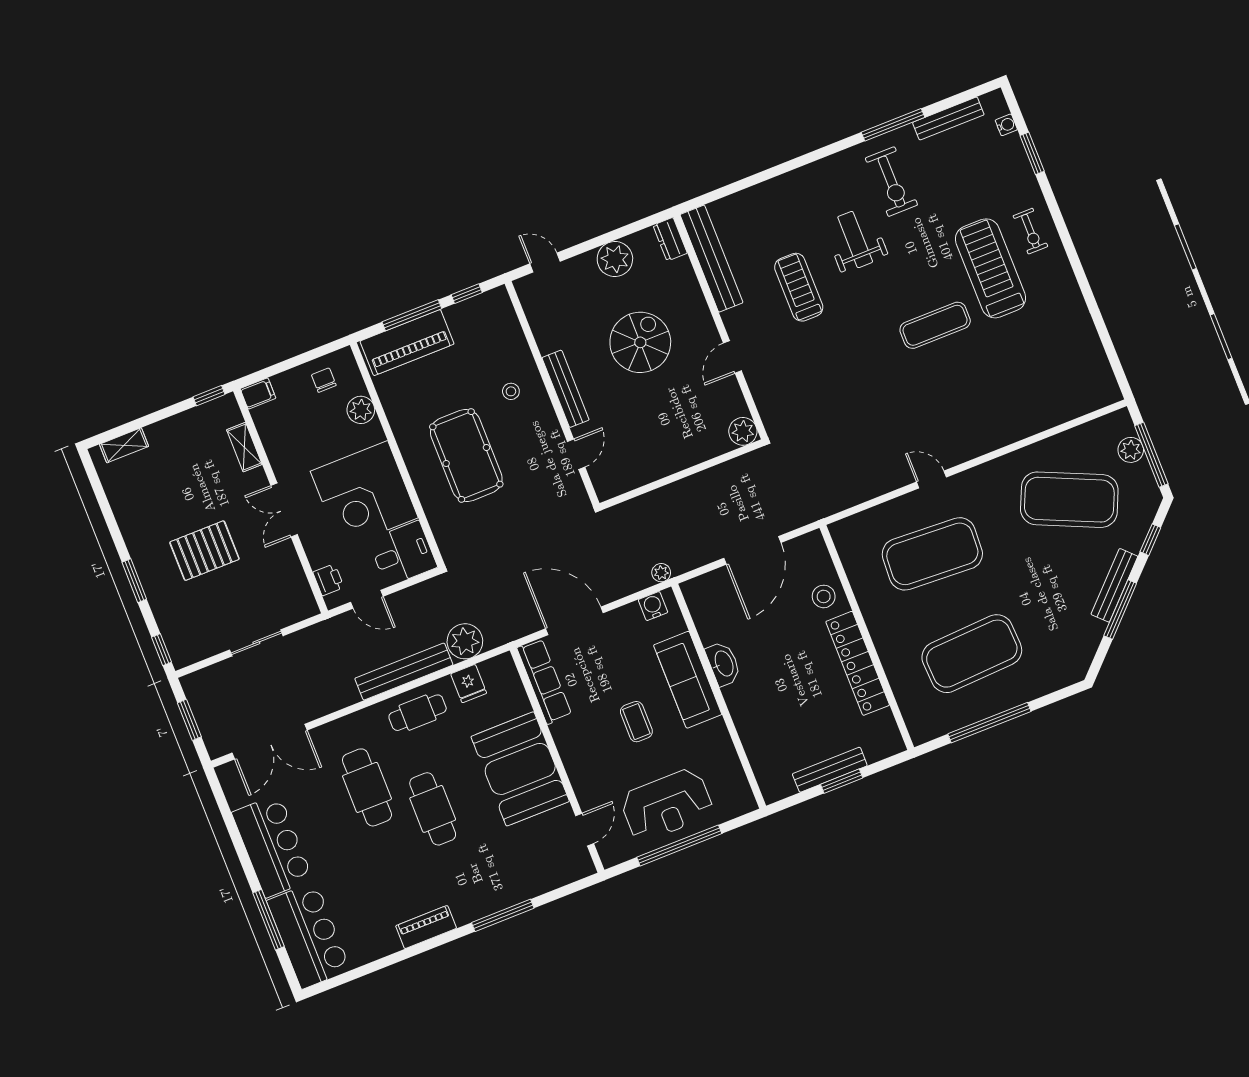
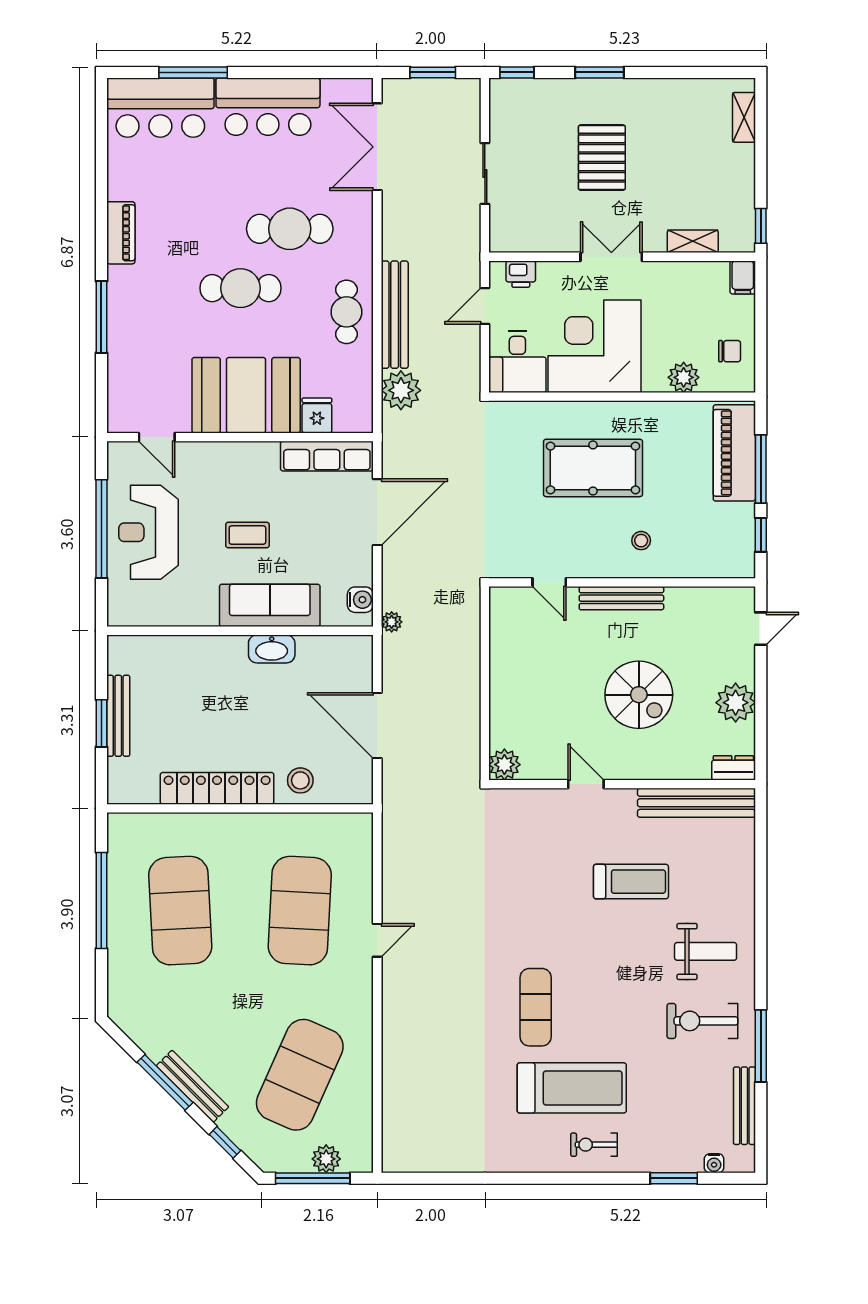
weight bench: (855, 240) -> (706, 951), moved
fridge: (469, 684) -> (317, 415), moved, turned 90

